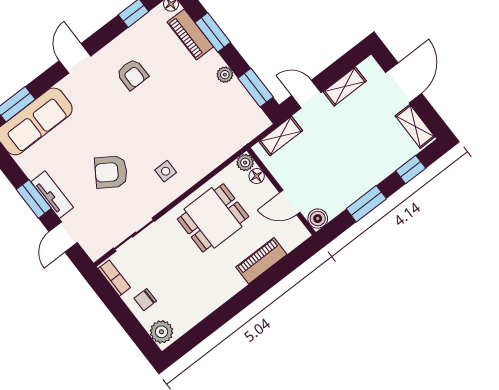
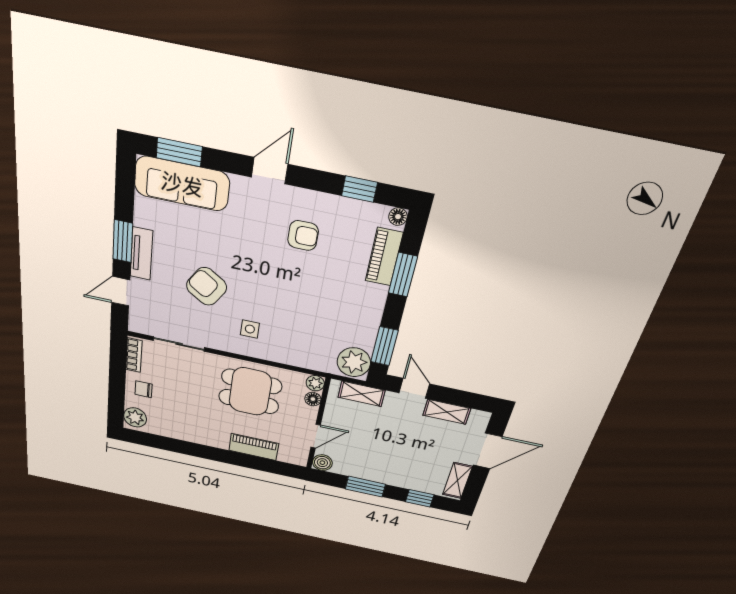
armchair: (132, 74) -> (303, 236), turned -90
plant: (225, 75) -> (354, 362), moved, width x1.87, depth x1.87
door: (290, 202) -> (316, 436), swing flipped

